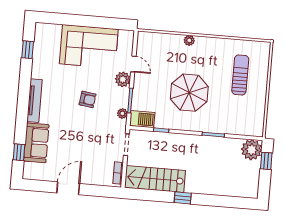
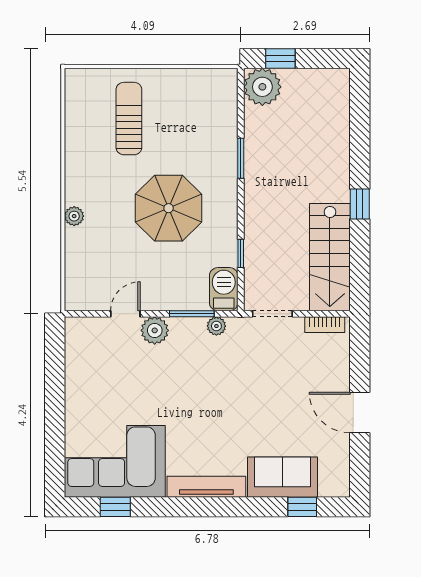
corner sofa: (89, 46) -> (115, 461), moved, turned -90
sun lounger: (240, 75) -> (129, 119), turned 90
armchair: (88, 99) -> (196, 391), removed

